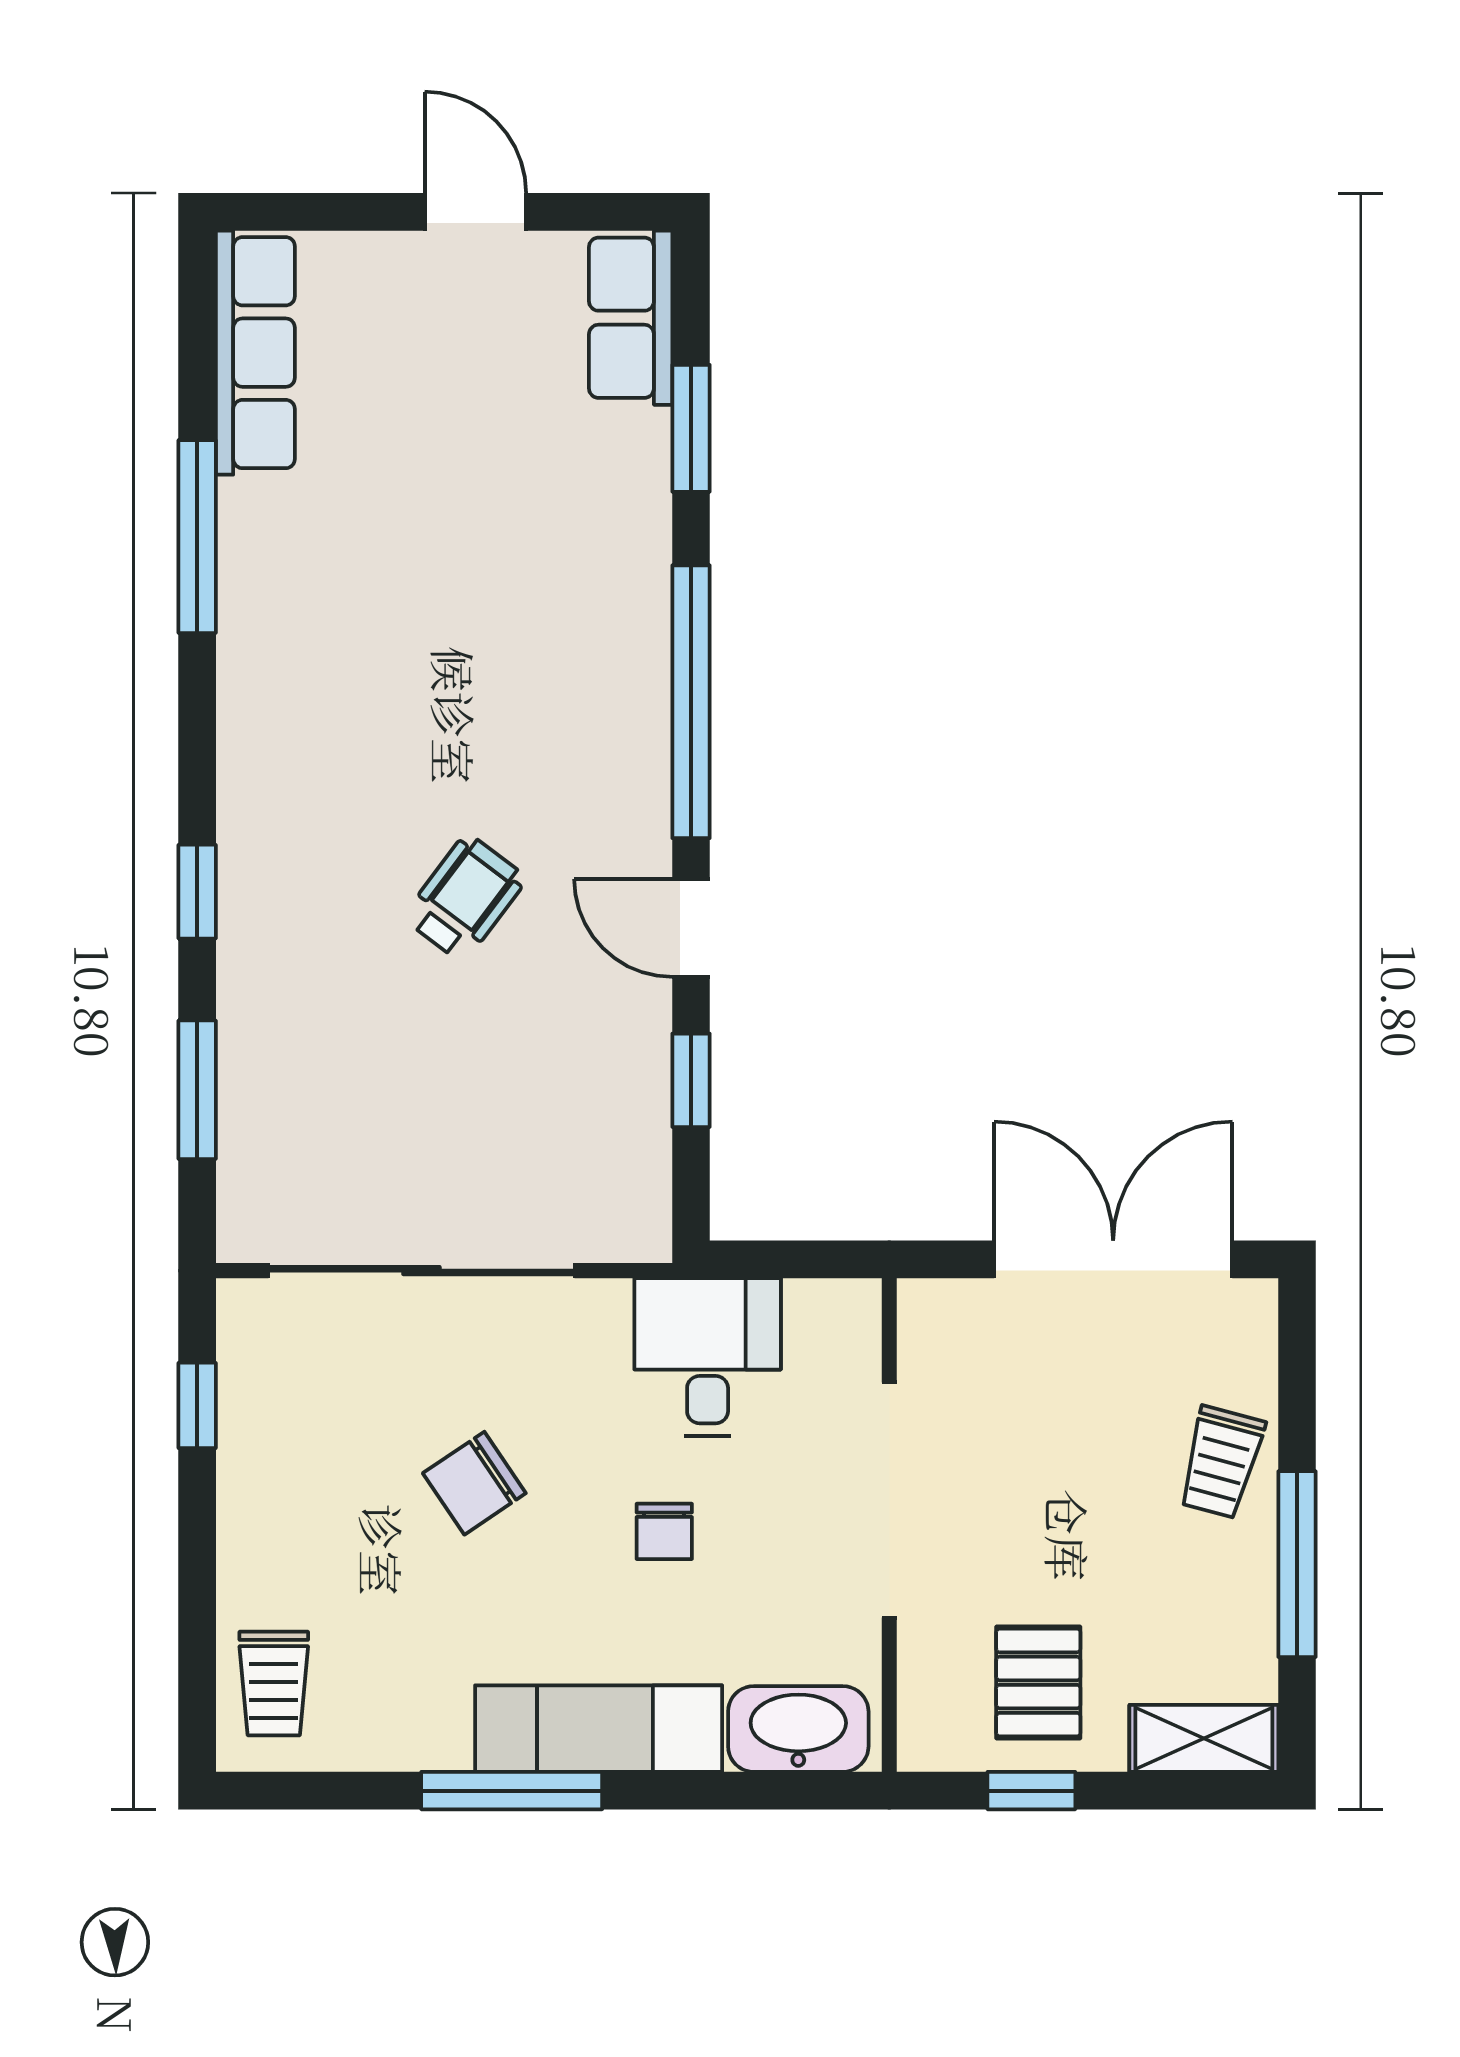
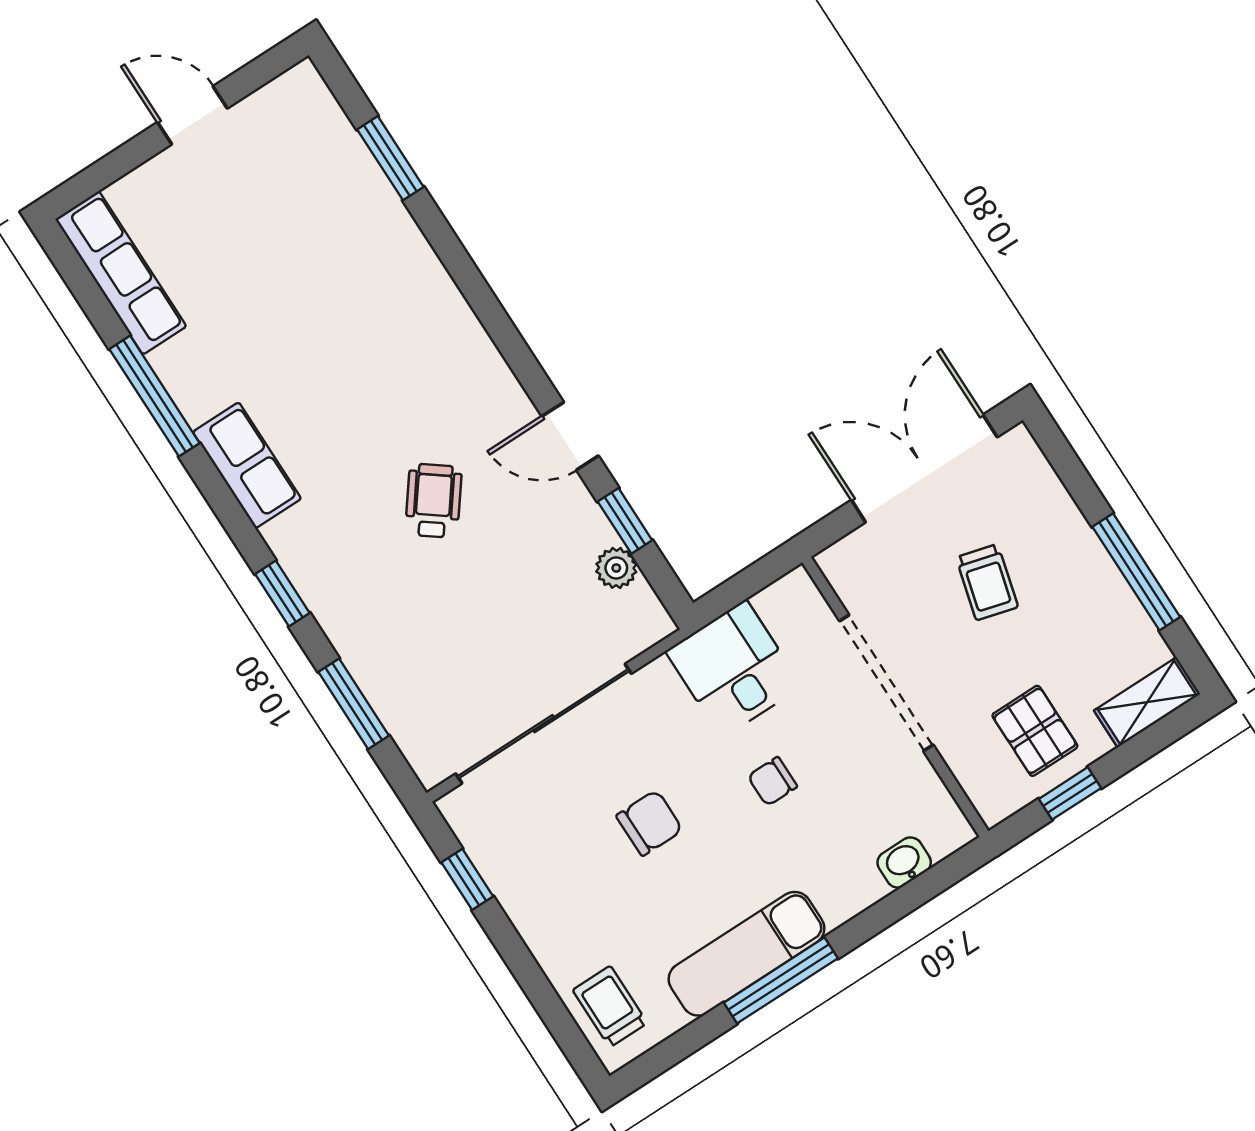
row of seats: (631, 318) -> (247, 465), moved, turned 180
window: (691, 702) -> (489, 310), removed
plant: (641, 1133) -> (616, 568), added
trolley: (1221, 1462) -> (987, 582), moved
chair: (474, 1483) -> (649, 823), turned -146
chair: (664, 1531) -> (772, 781), turned 90
trolley: (274, 1684) -> (610, 1007), turned 180
exam couch: (599, 1729) -> (746, 954), moved
washbasin: (798, 1729) -> (904, 862), width x0.52, depth x0.69

